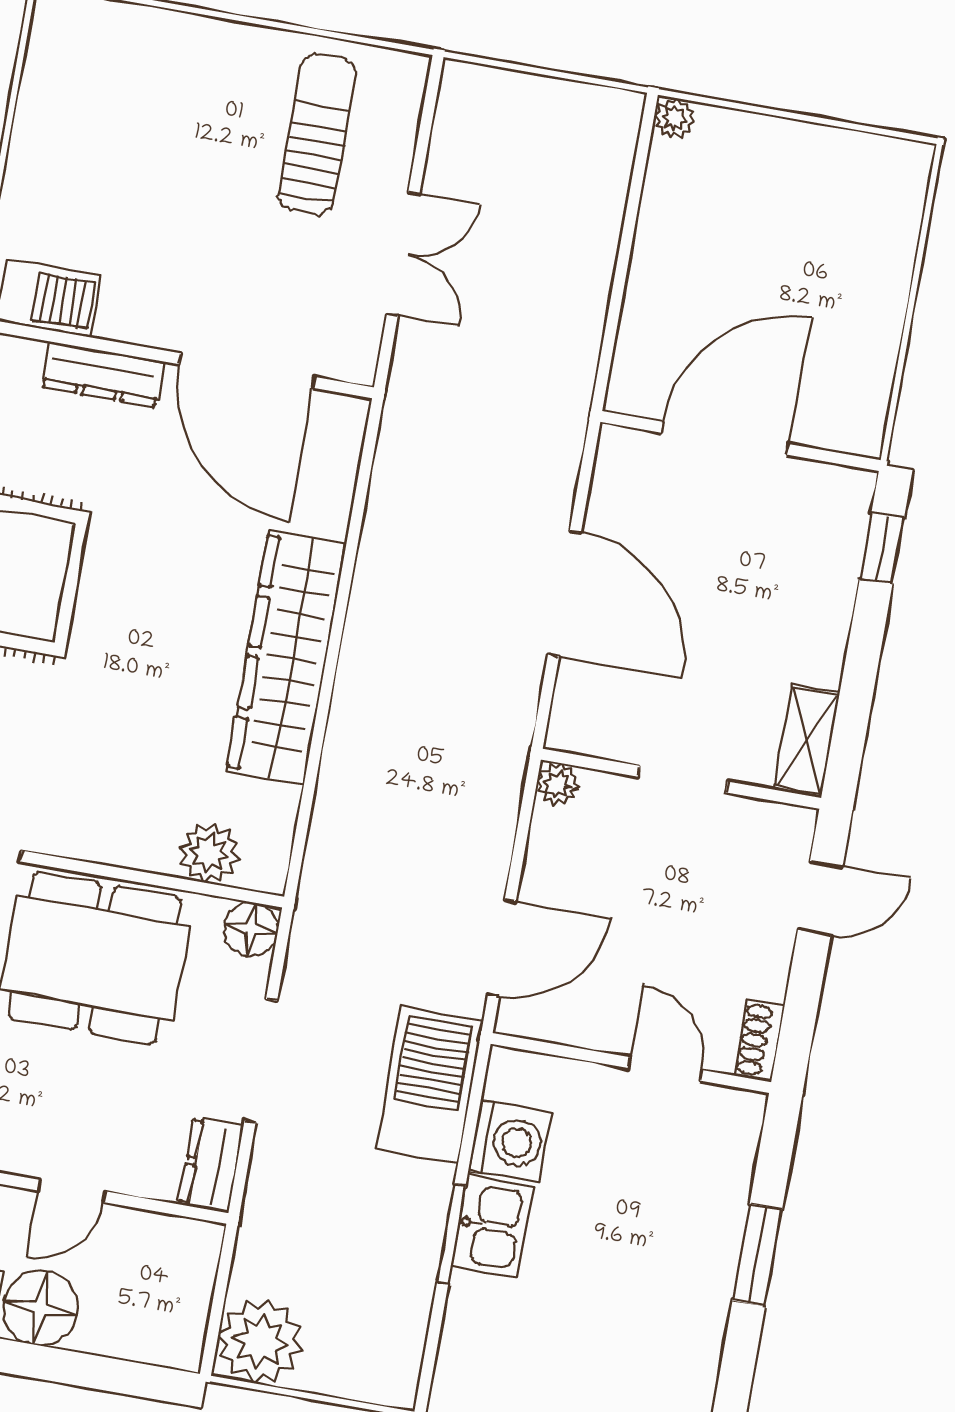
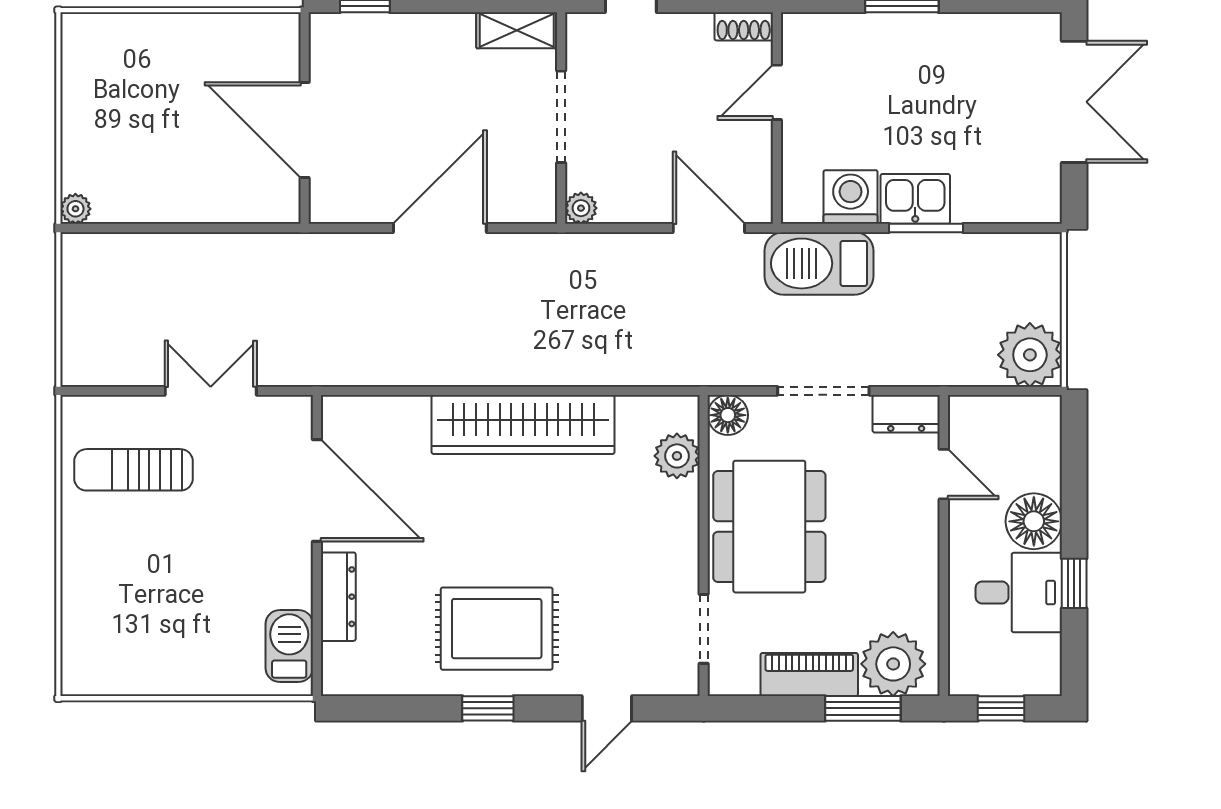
door: (247, 371) -> (317, 490), hinge flipped
doorway: (683, 779) -> (561, 117), width x1.38
door: (72, 1191) -> (944, 474), moved

